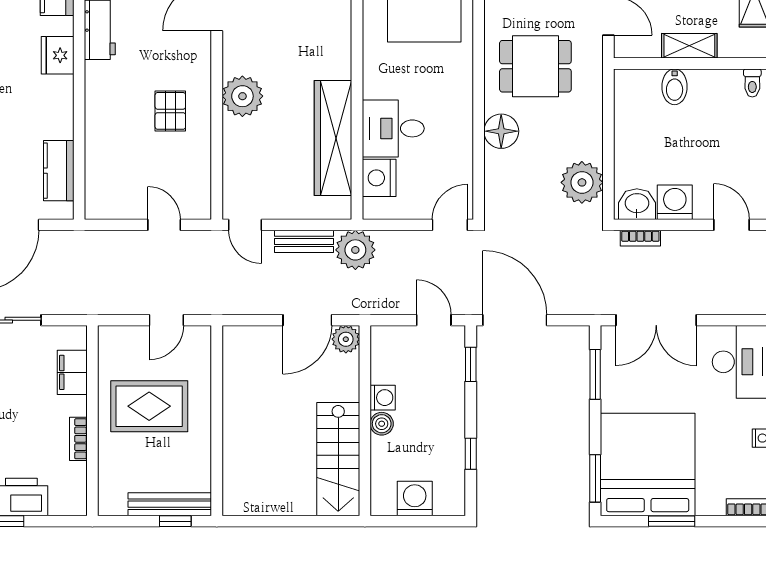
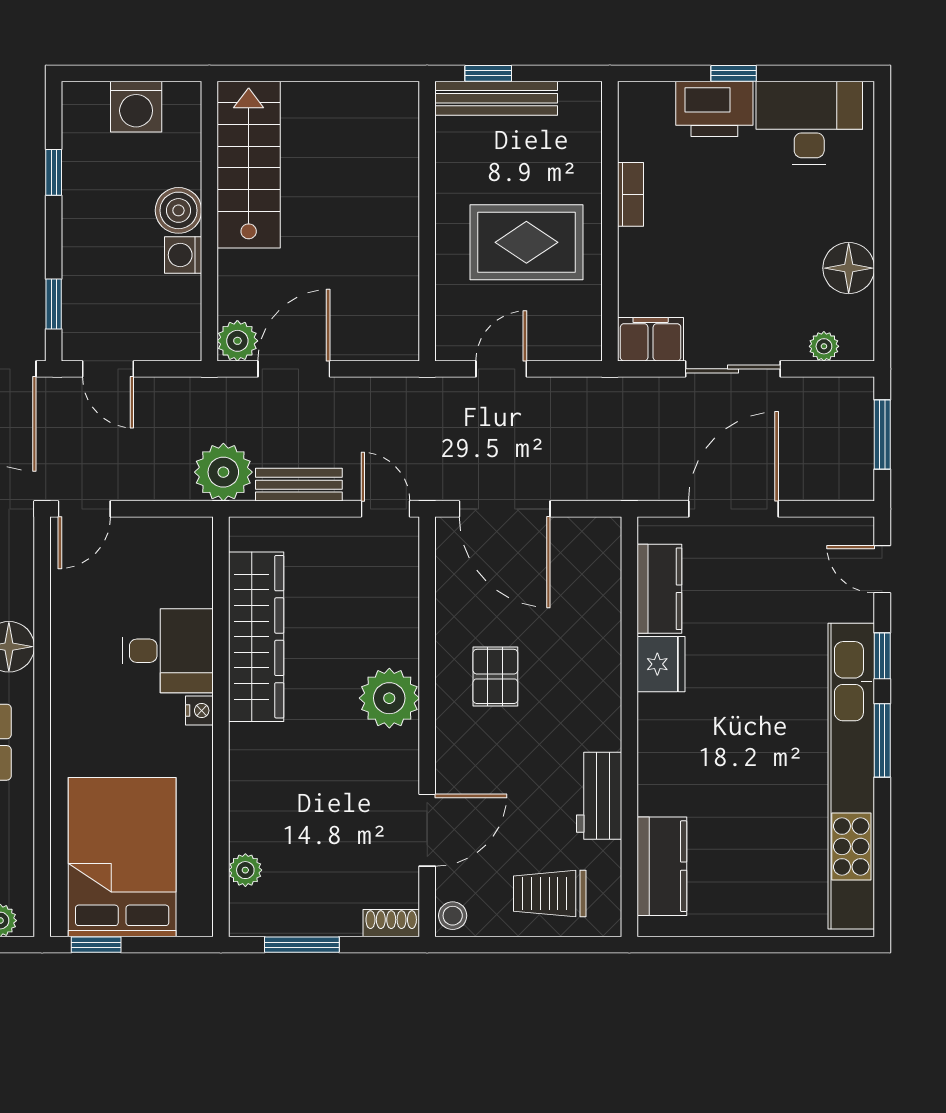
fridge: (58, 55) -> (661, 664), moved
nightstand: (379, 178) -> (199, 711), moved, width x0.53, depth x0.56
door: (164, 225) -> (505, 509), width x1.88
filing cabinet: (72, 372) -> (651, 339), moved, turned -90
boiler: (382, 424) -> (178, 210), width x1.36, depth x1.36

